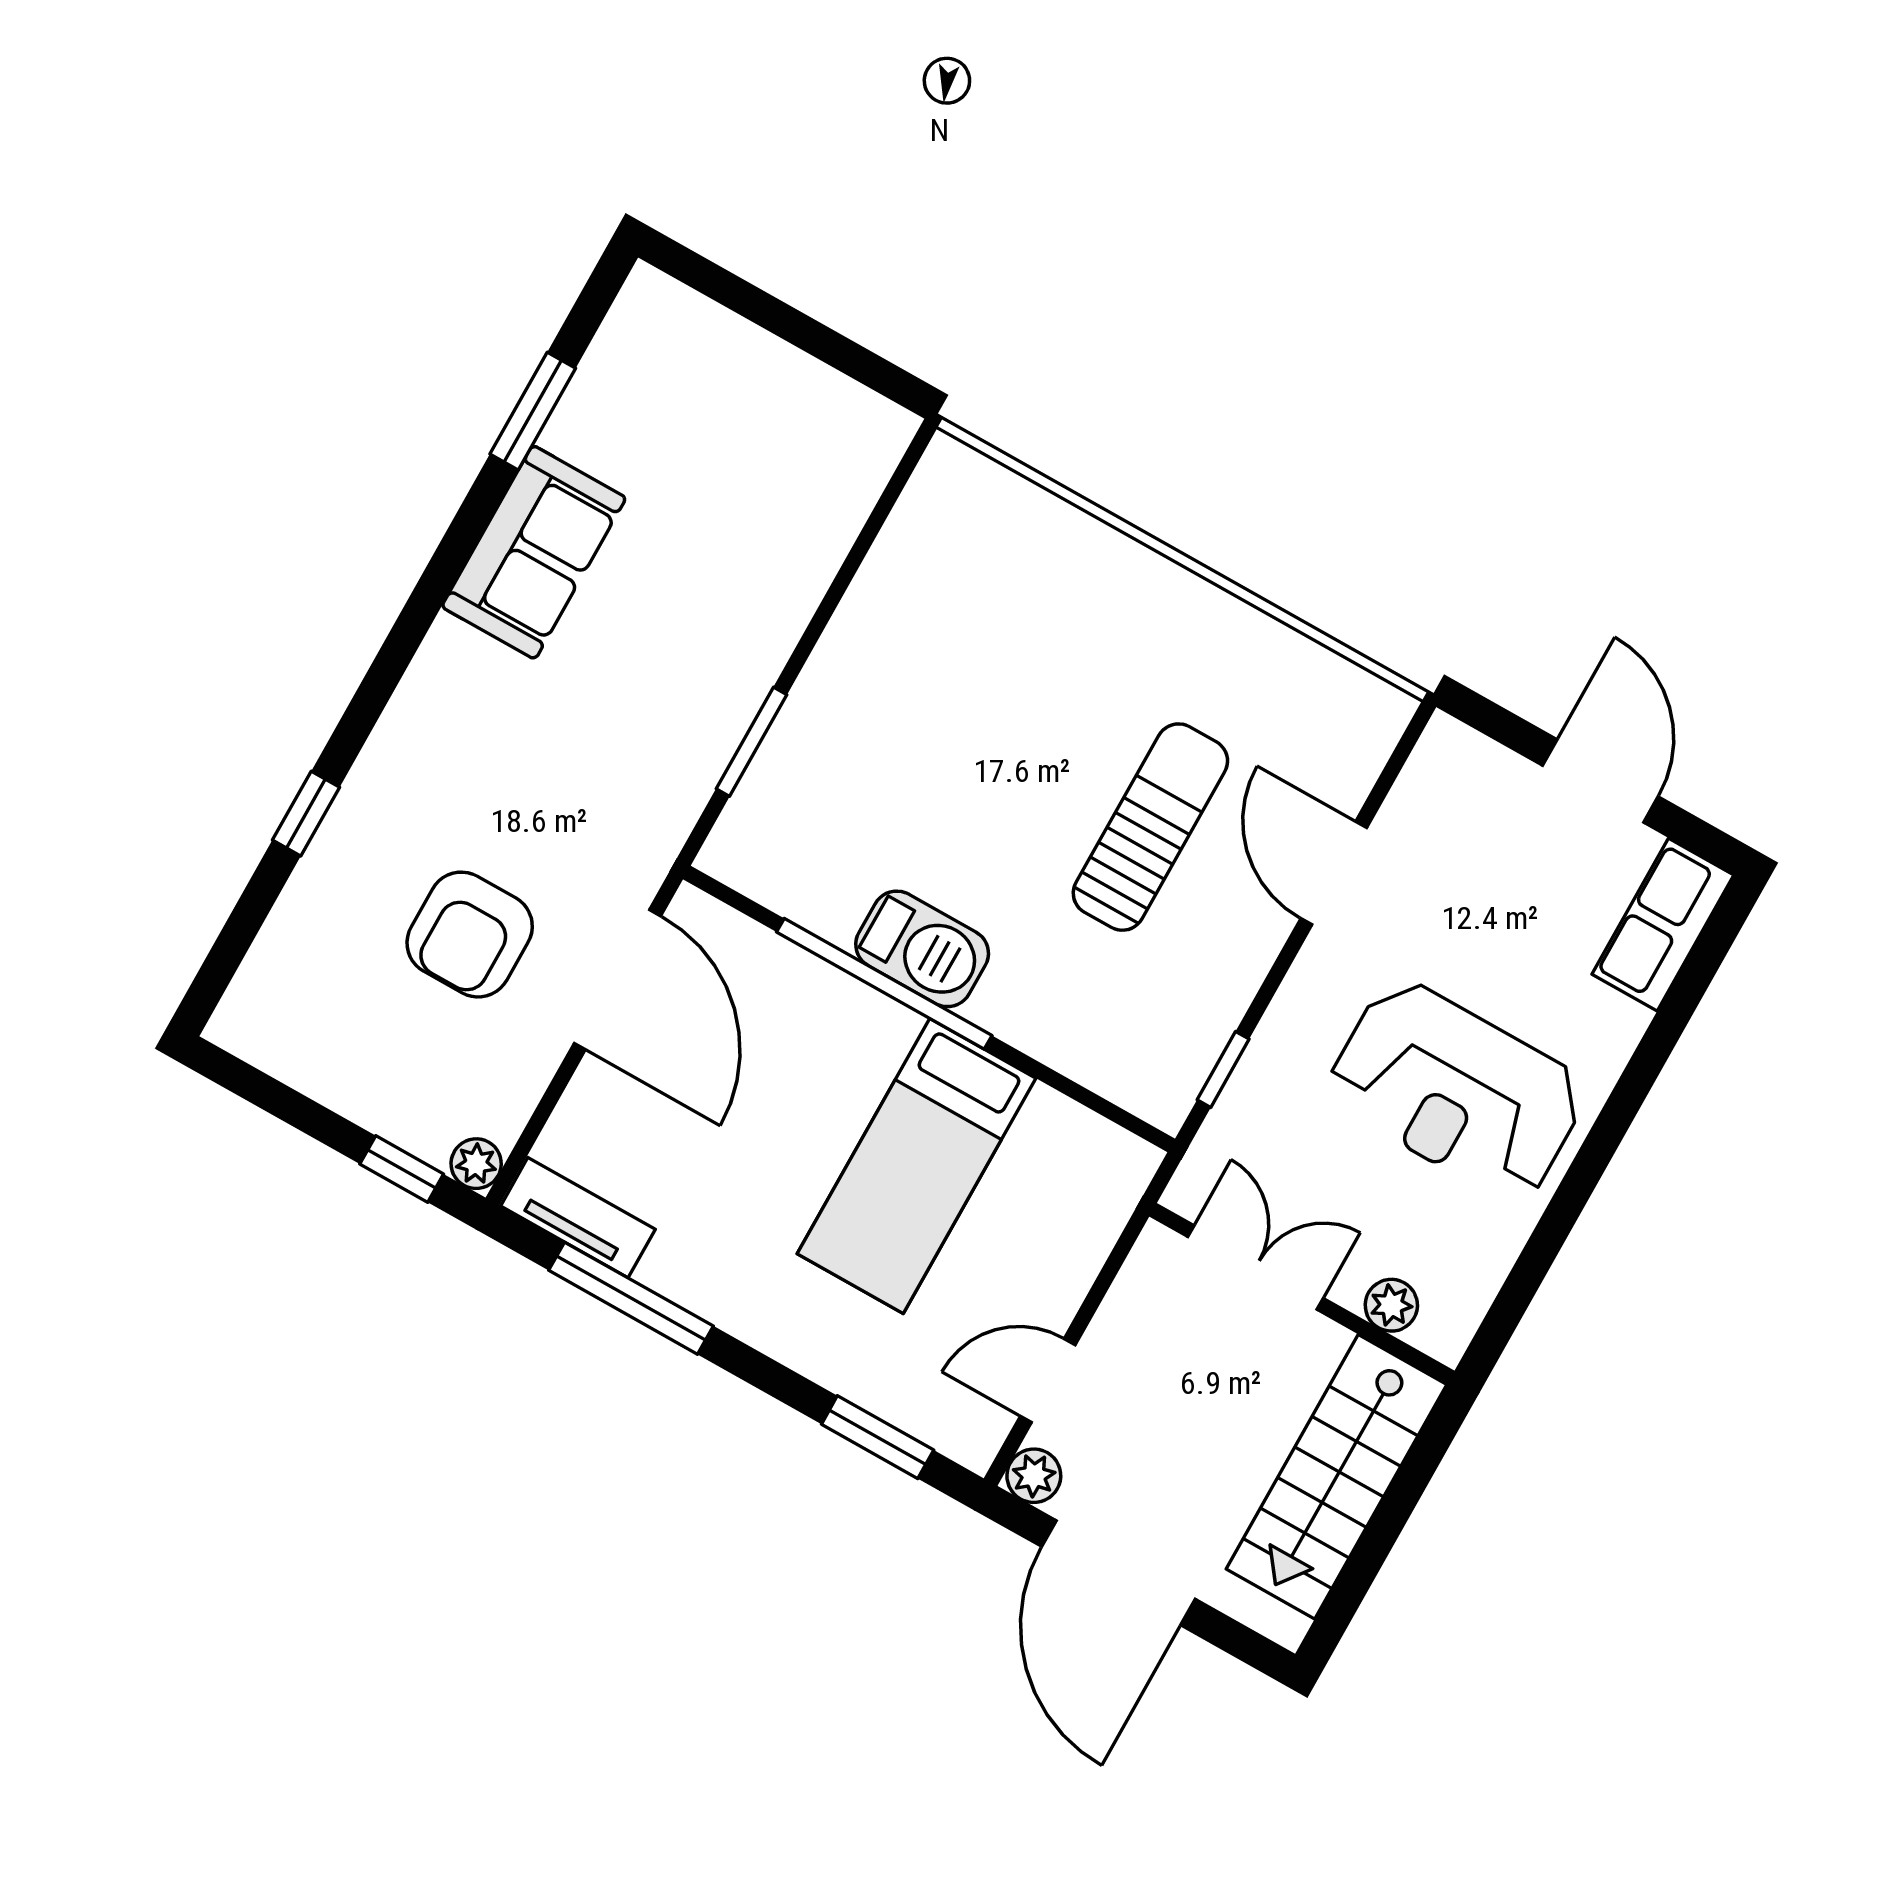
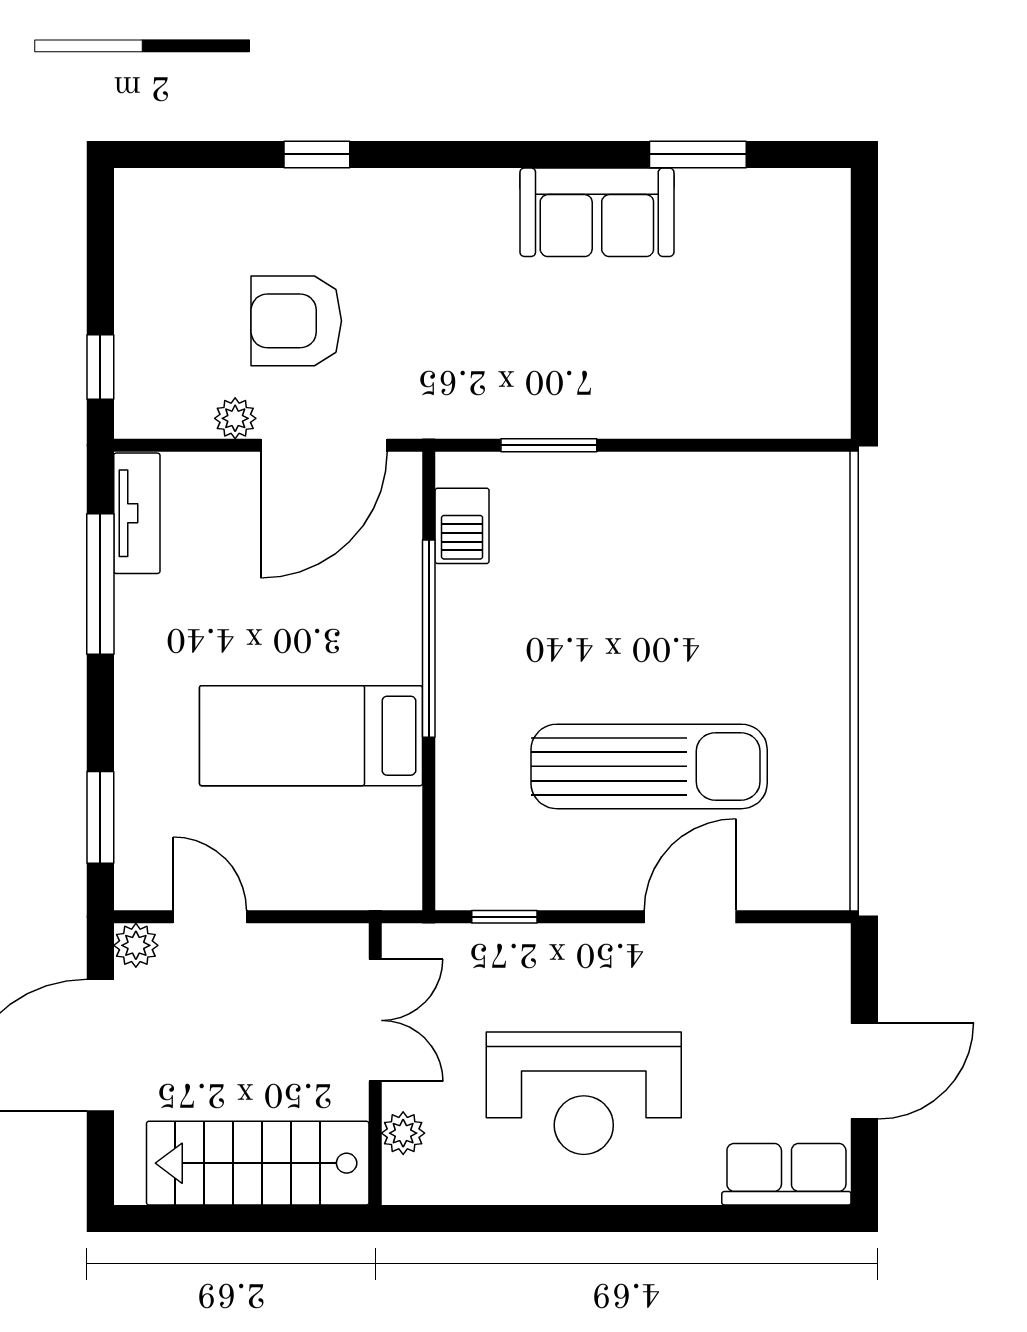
sun lounger: (1150, 827) -> (649, 766), width x1.36, depth x1.34
barbecue: (922, 949) -> (462, 526), moved, width x0.73, depth x0.79
reception desk: (1457, 1091) -> (584, 1093), turned -90
plant: (476, 1164) -> (235, 418), moved

